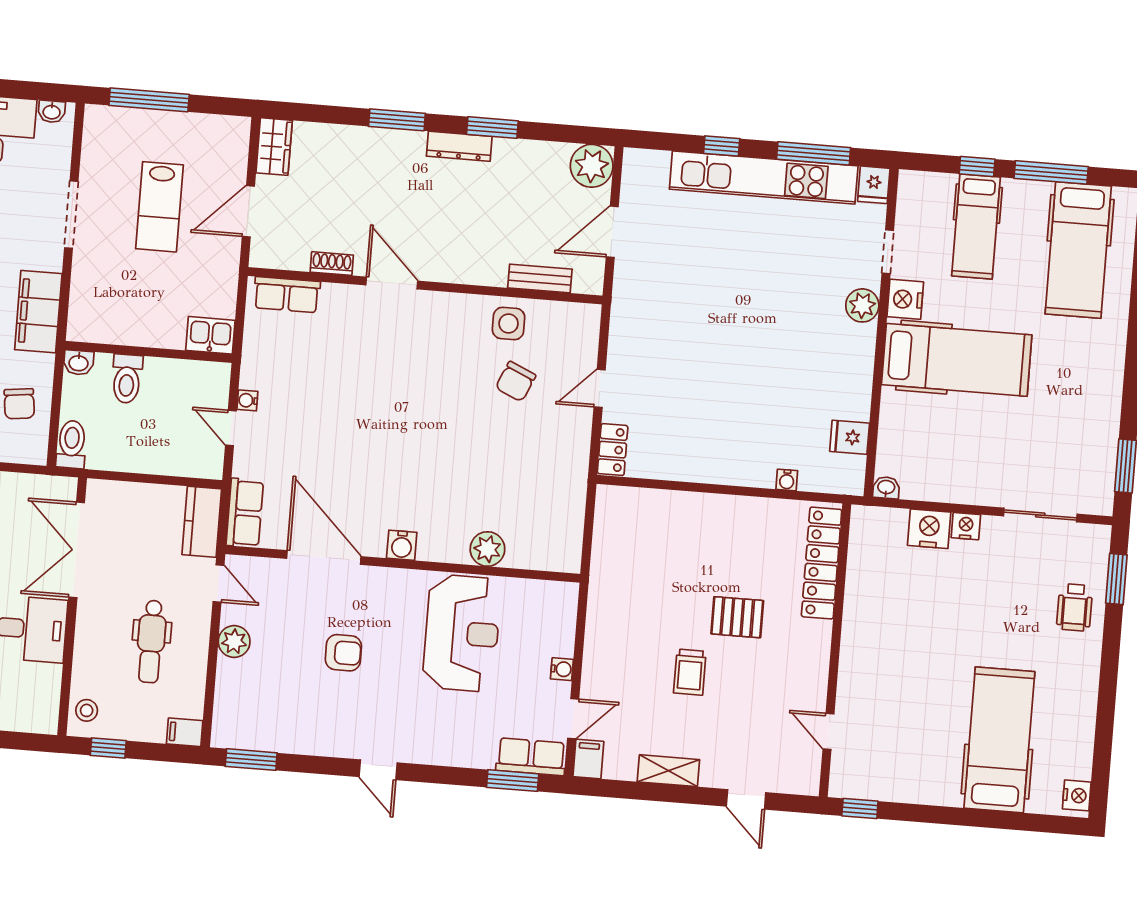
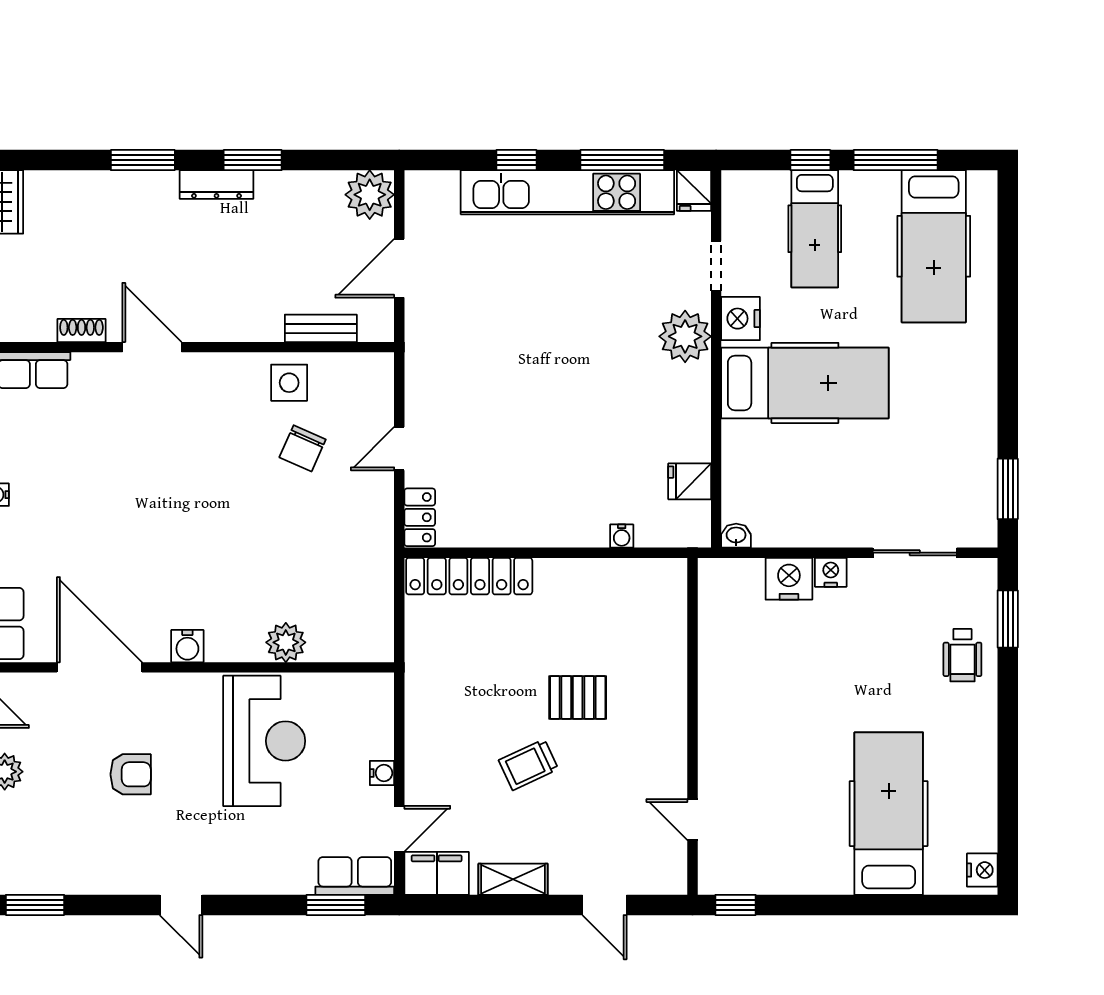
plant: (862, 305) -> (685, 336), width x1.36, depth x1.36
locker: (822, 563) -> (469, 576), moved, turned -90
trolley: (690, 672) -> (528, 765), turned 65
filing cabinet: (588, 759) -> (437, 873), width x2.00

